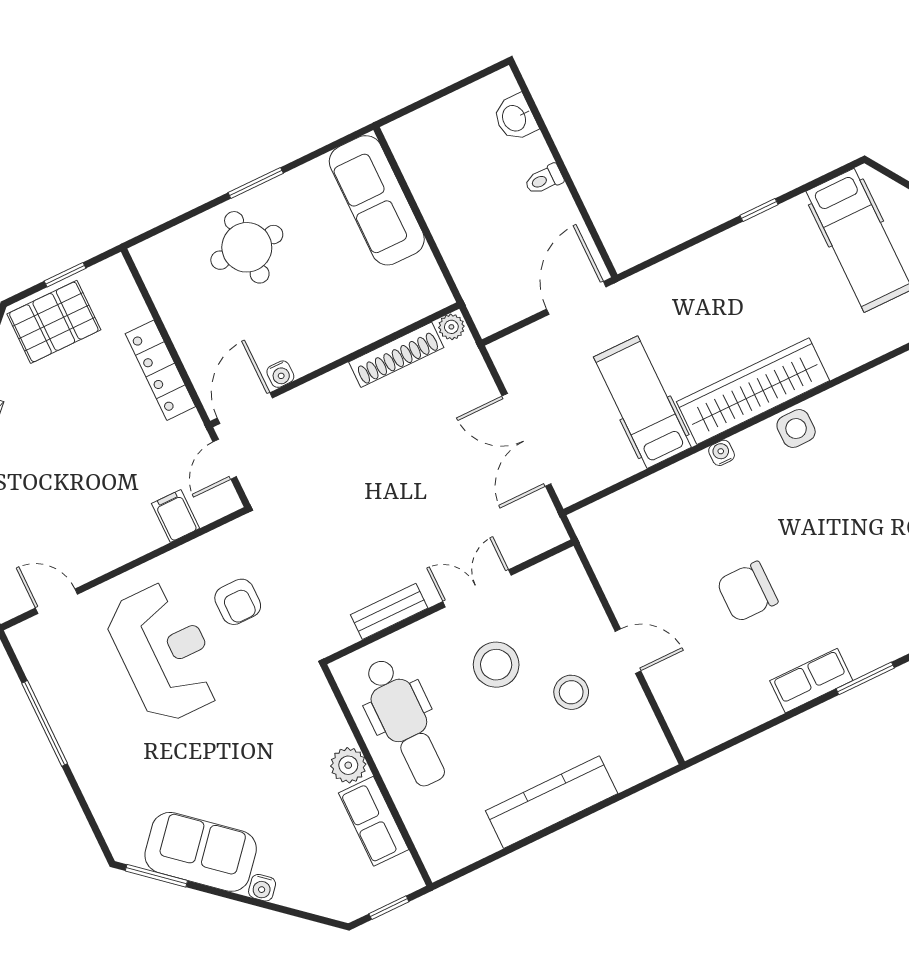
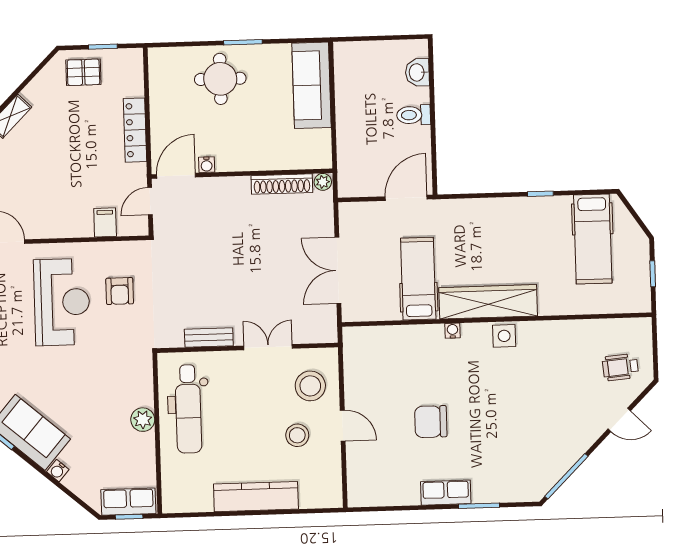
toilet: (544, 180) -> (414, 115), width x1.37, depth x1.39
pallet: (54, 322) -> (83, 72), width x0.67, depth x0.71
stool: (496, 665) -> (310, 386), moved
row of seats: (374, 821) -> (128, 502), moved, turned 90

